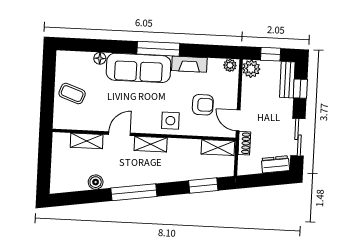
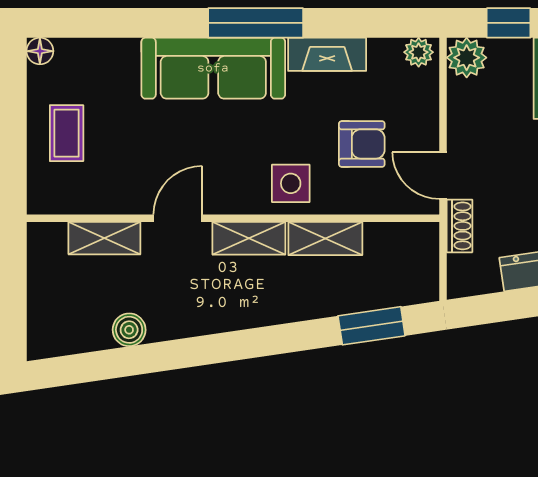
floor lamp: (100, 58) -> (40, 51), moved
coffee table: (72, 94) -> (67, 133), turned 70
shelving: (218, 148) -> (325, 239), moved
window: (134, 192) -> (216, 348), removed

